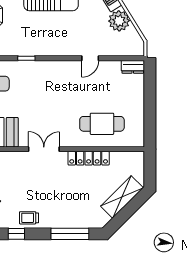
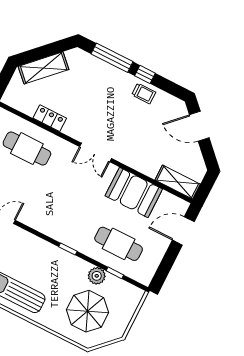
locker: (89, 158) -> (50, 118), width x0.66
window: (16, 234) -> (145, 74), moved

